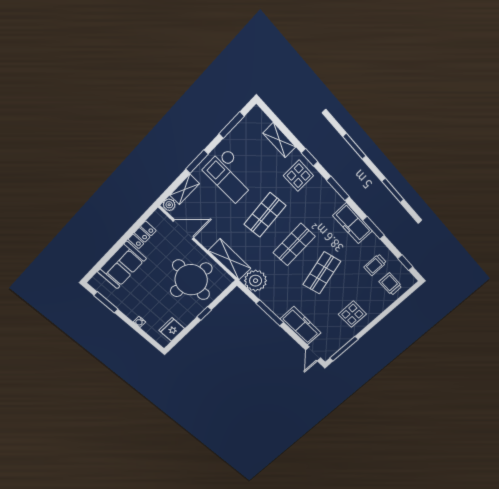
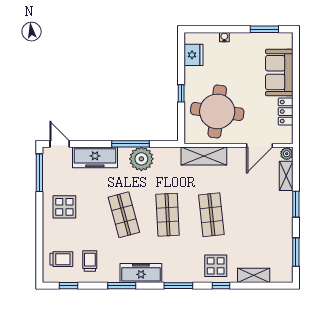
checkout: (230, 175) -> (264, 218), removed
plant: (256, 281) -> (141, 159), moved

